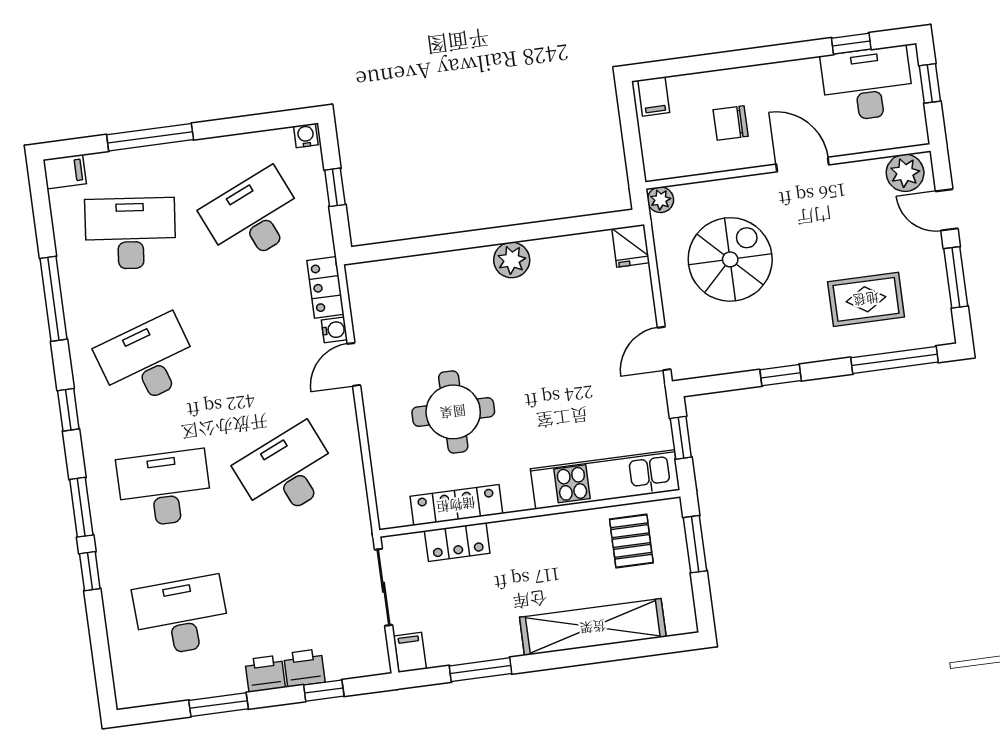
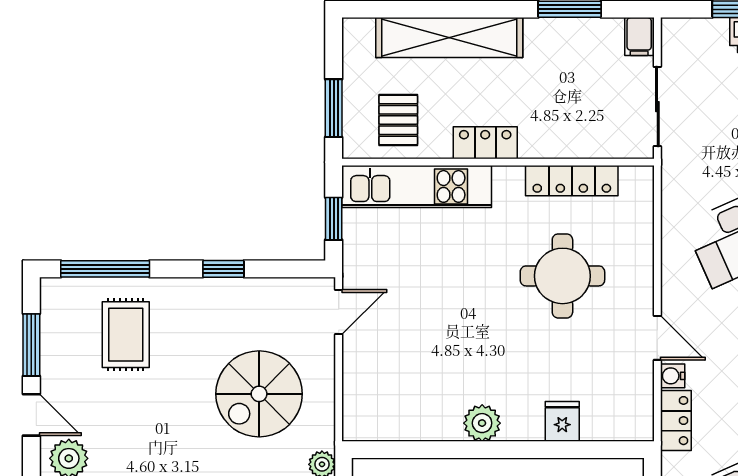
fridge: (631, 246) -> (562, 421), moved
rug: (866, 299) -> (126, 335), turned 90
door: (354, 364) -> (657, 338), hinge flipped
locker: (457, 542) -> (485, 143), moved

